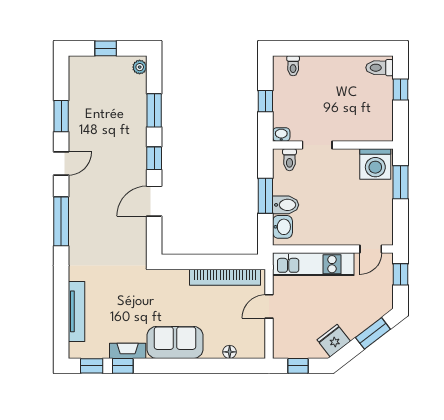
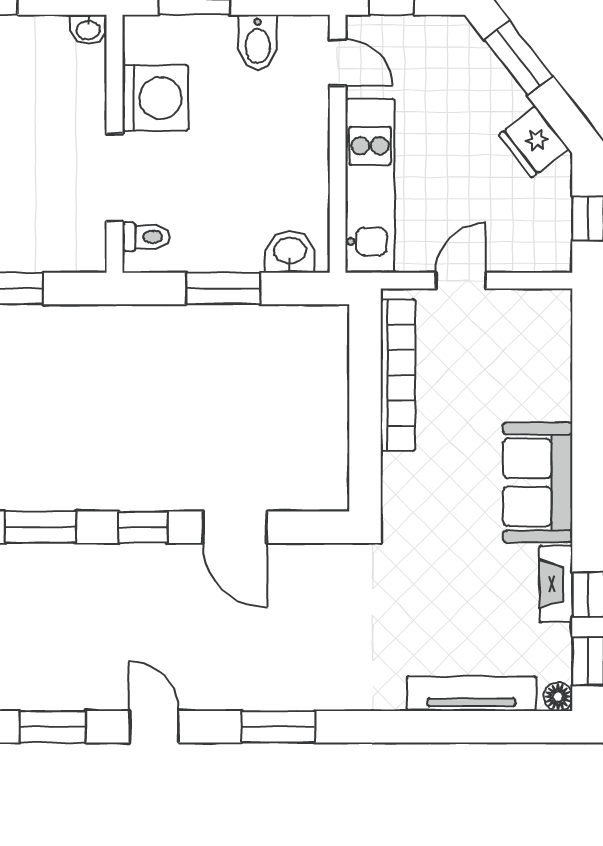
washbasin: (281, 135) -> (88, 29), moved, turned -90
doorway: (317, 145) -> (115, 177), width x1.38
washing machine: (375, 164) -> (155, 98), moved
bidet: (286, 205) -> (258, 42), moved, turned 180
window: (61, 221) -> (278, 727), width x0.69
door: (269, 306) -> (461, 281), swing flipped
floor lamp: (230, 352) -> (558, 697), moved

